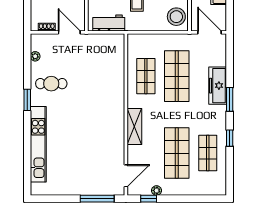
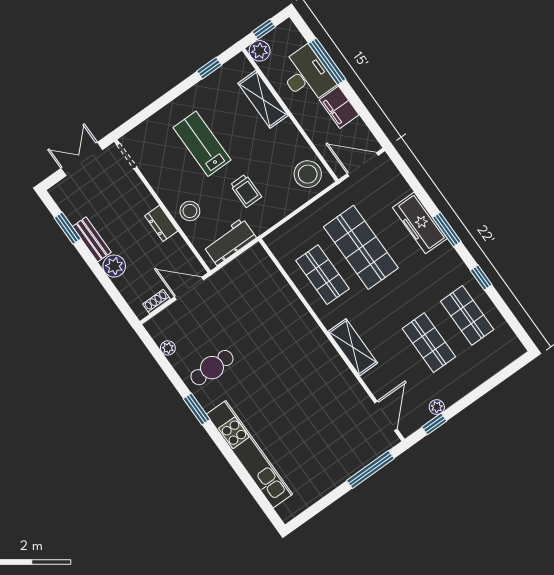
shop shelf: (177, 153) -> (429, 343), width x0.70, depth x0.74

